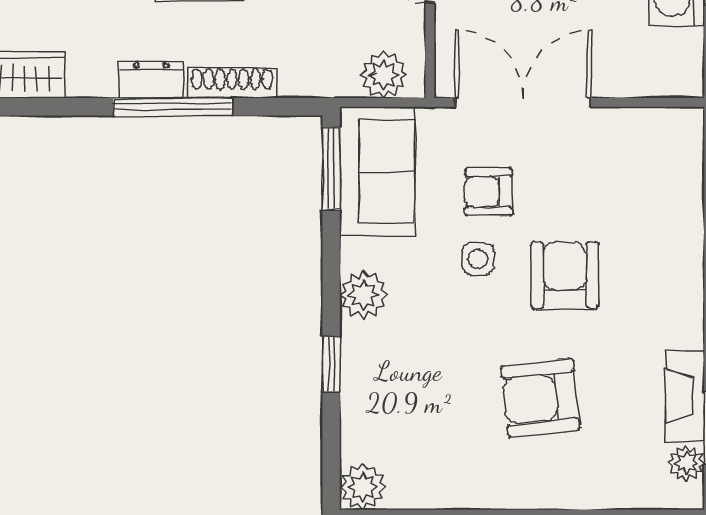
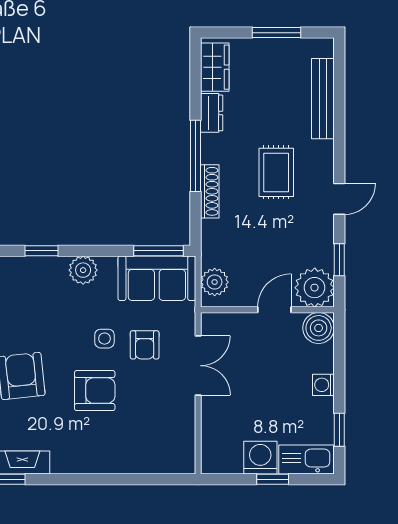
dresser: (151, 80) -> (212, 113), moved
double door: (523, 102) -> (198, 366), width x0.73
armchair: (488, 192) -> (145, 345), turned 180

